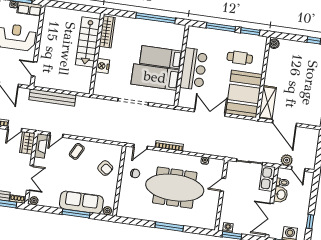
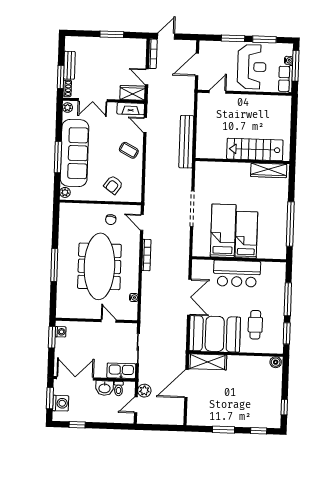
nightstand: (103, 66) -> (229, 169), removed
bench: (52, 98) -> (186, 142), moved
sofa: (81, 202) -> (74, 153), width x1.36, depth x1.27

